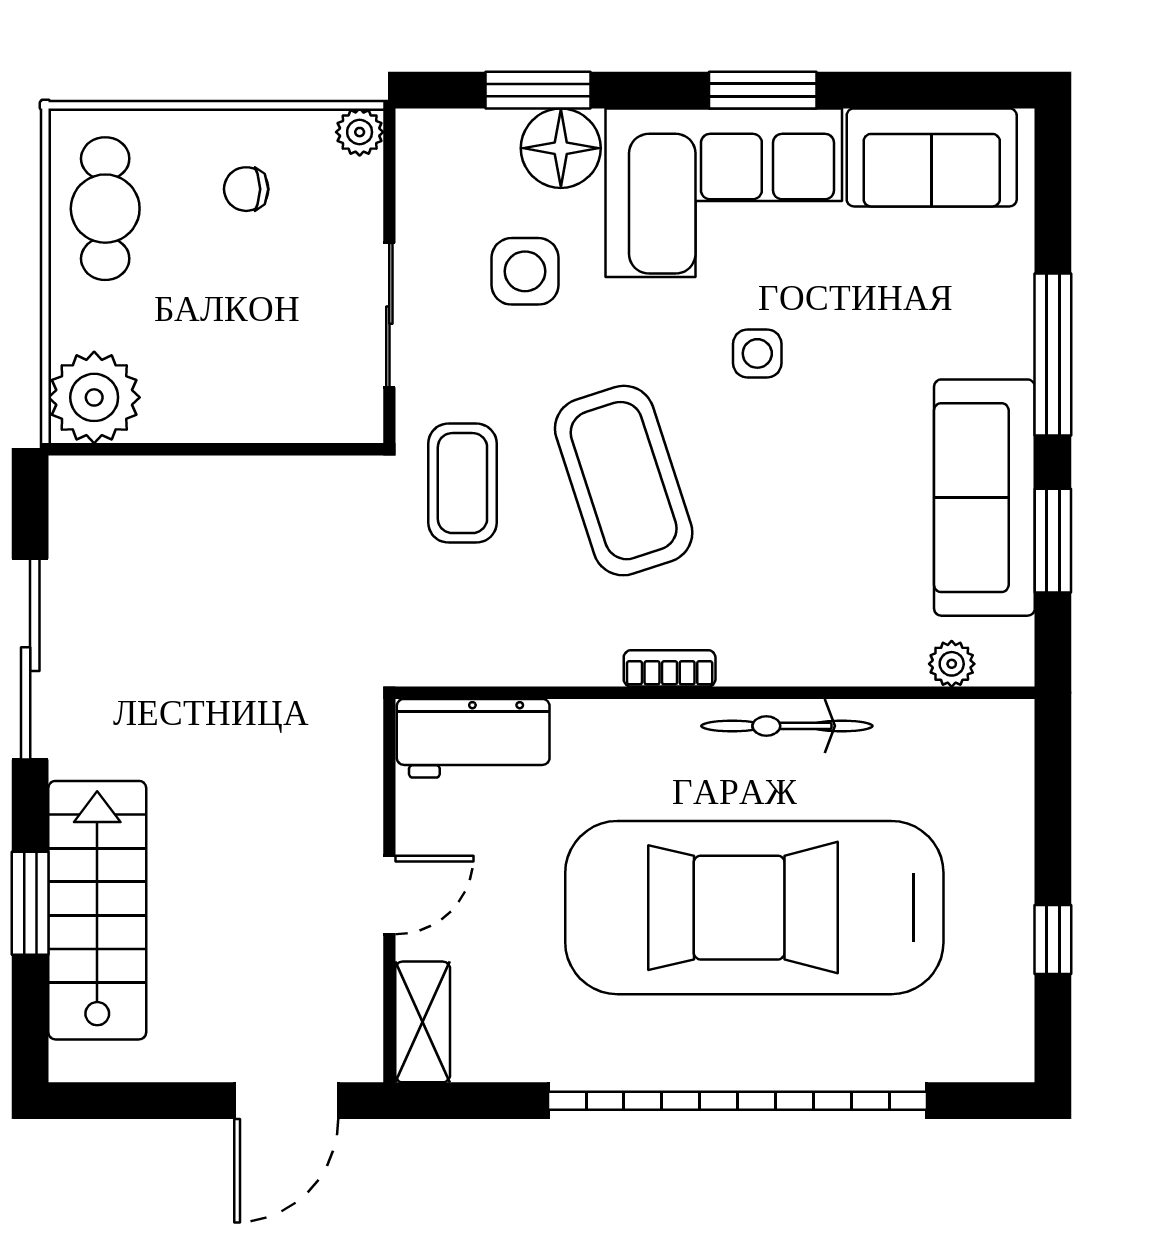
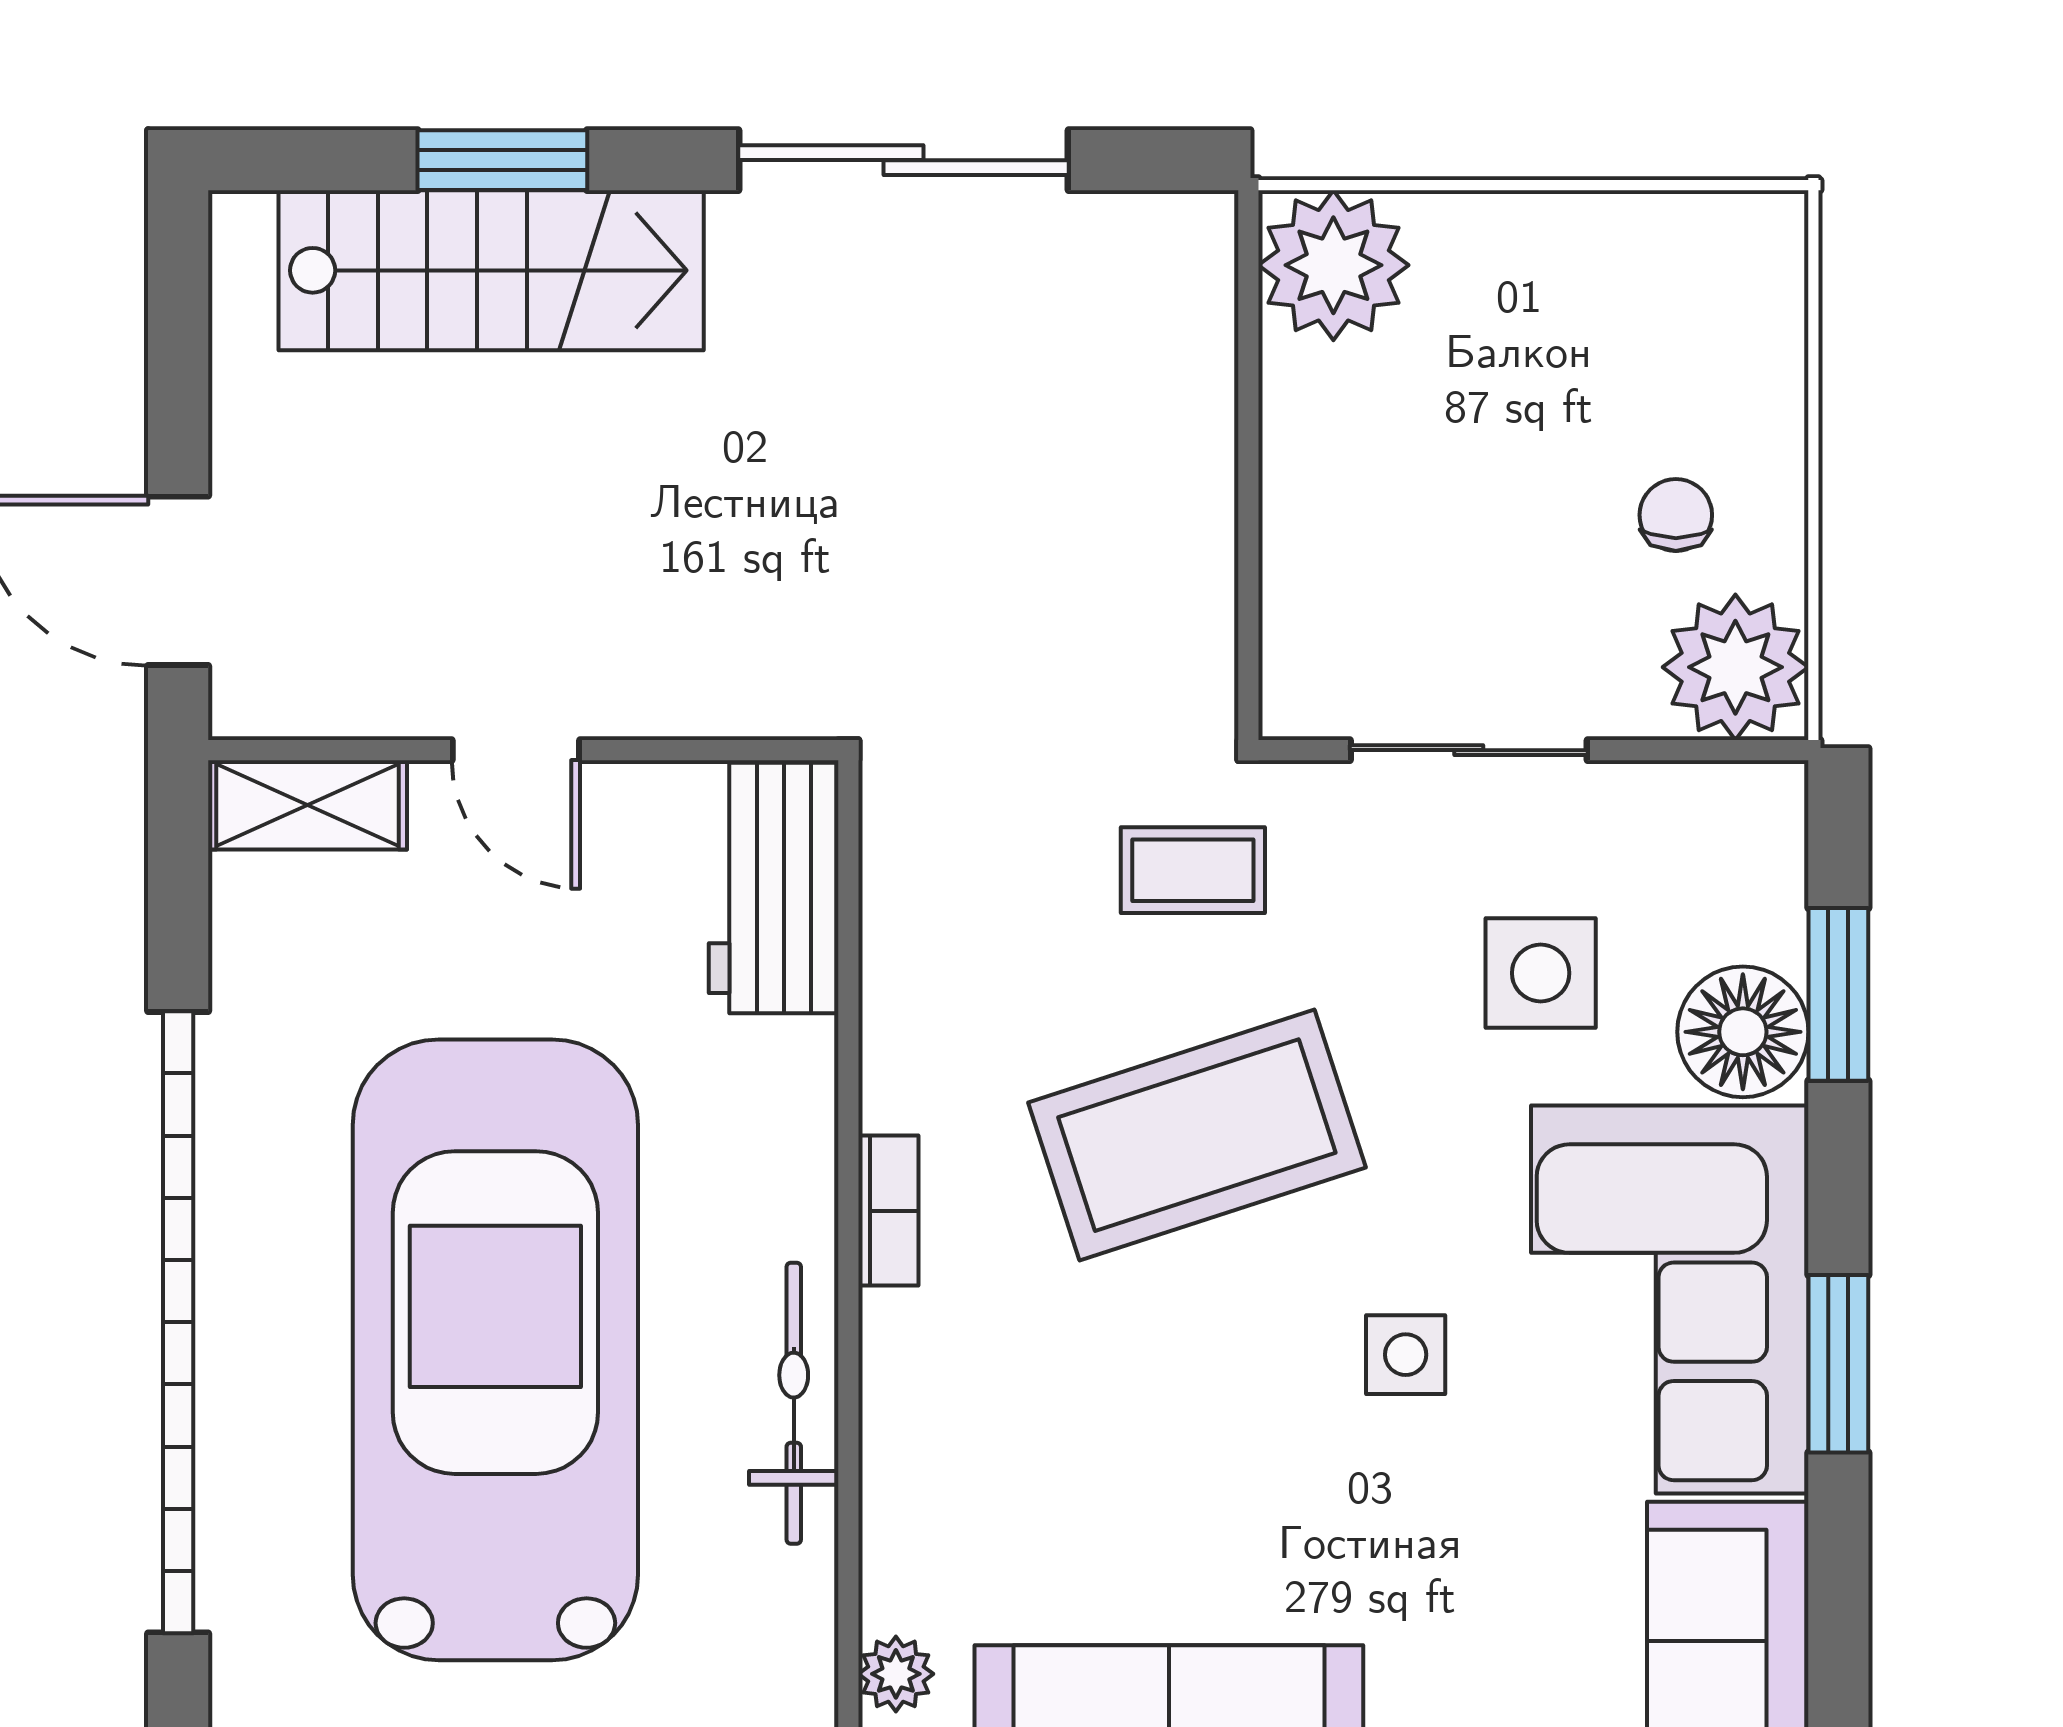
plant: (360, 132) -> (1735, 667), width x1.88, depth x1.88
cafe table: (105, 209) -> (1644, 283), removed
coffee table: (462, 483) -> (1193, 870), width x0.73, depth x0.77

